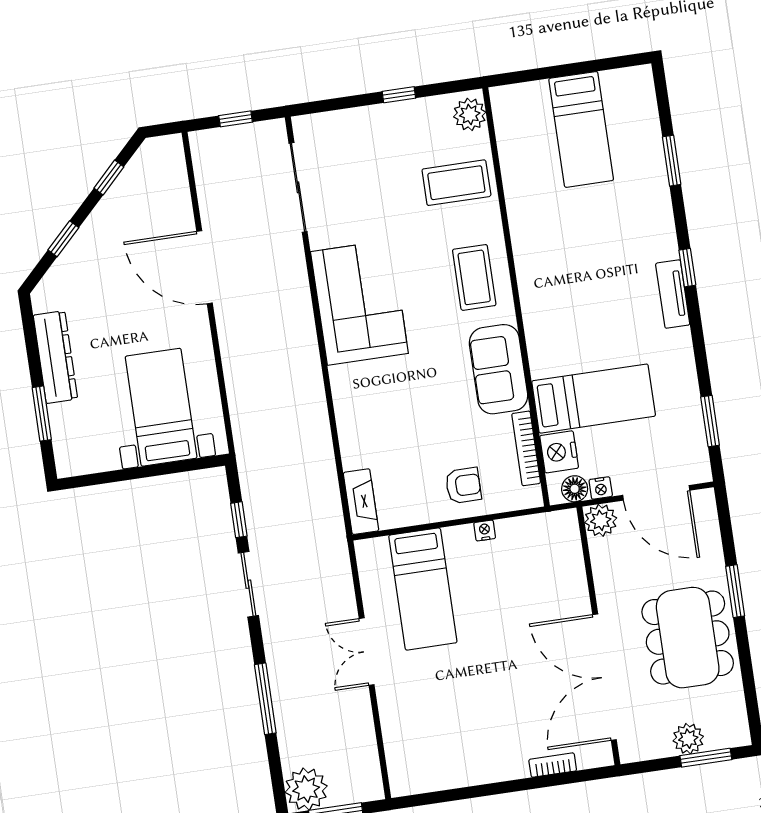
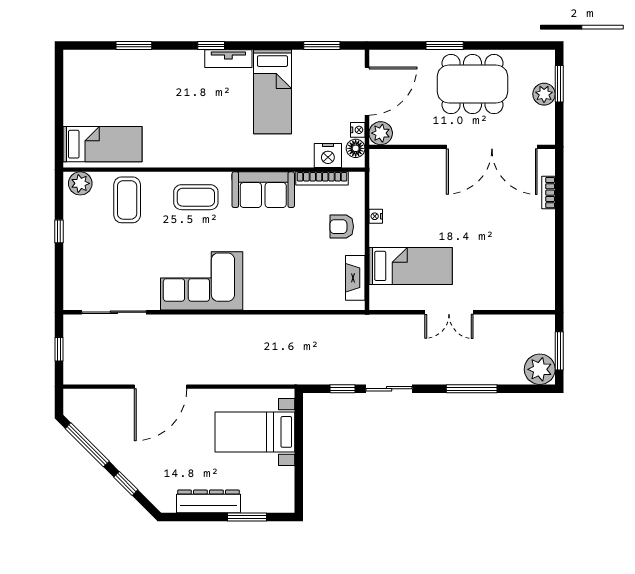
bed: (581, 129) -> (102, 144), moved
window: (109, 177) -> (87, 445), width x2.17
bed: (594, 399) -> (272, 92), moved, turned 180
armchair: (463, 485) -> (342, 227), turned -90
fireplace: (361, 502) -> (355, 278), moved, turned -90

